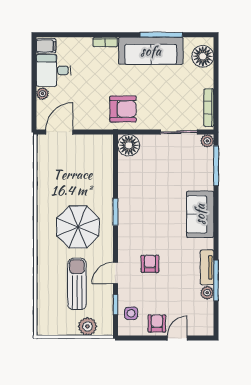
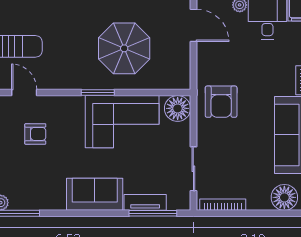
plant: (207, 141) -> (183, 203), removed
corner sofa: (140, 191) -> (122, 122), added
parasol: (78, 227) -> (124, 48), moved
tv unit: (207, 267) -> (145, 202), moved

